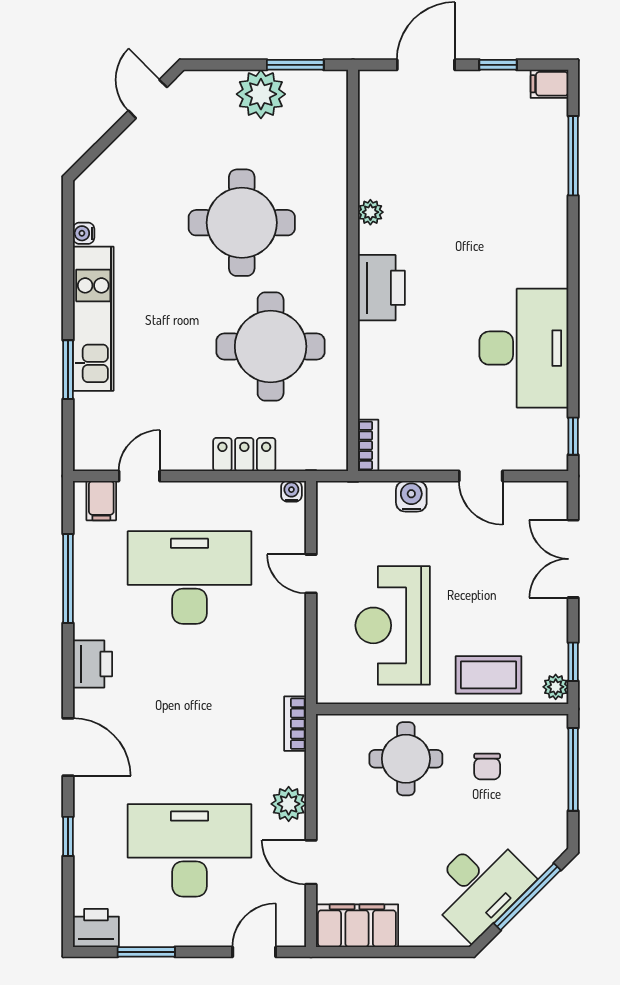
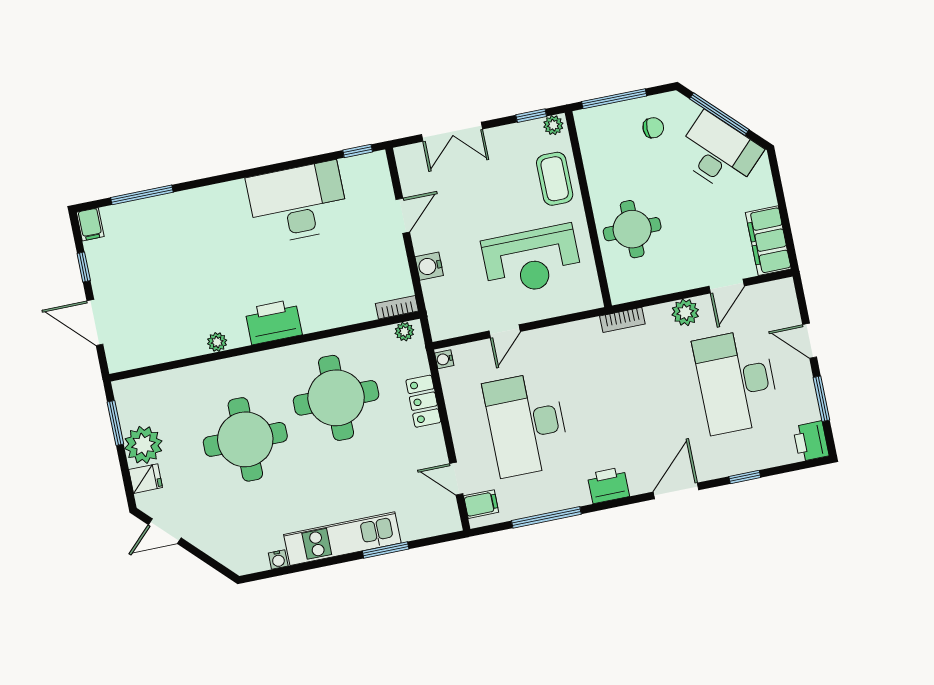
fridge: (218, 88) -> (146, 479), added
plant: (336, 449) -> (404, 332), added
chair: (487, 766) -> (653, 128), moved
door: (254, 952) -> (810, 341), moved

